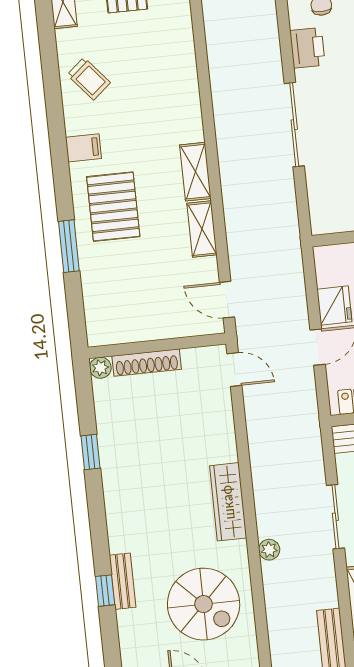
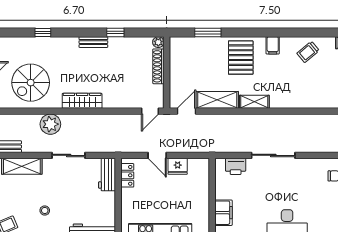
printer: (307, 48) -> (236, 166), moved
pallet: (113, 207) -> (241, 58), turned 90
shelving: (202, 229) -> (217, 100), width x1.50, depth x1.33
window: (69, 246) -> (208, 33), moved
plant: (269, 550) -> (50, 124), width x1.88, depth x1.88
bench: (123, 581) -> (93, 42), moved

